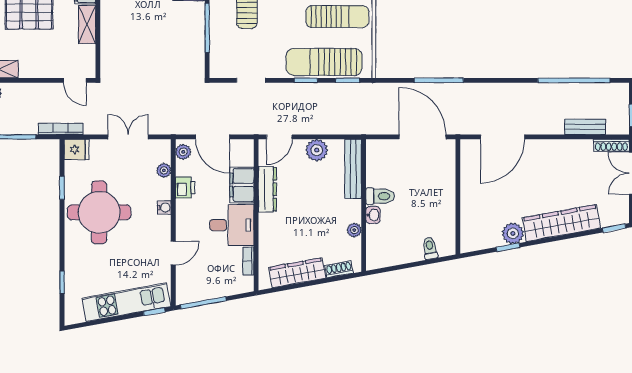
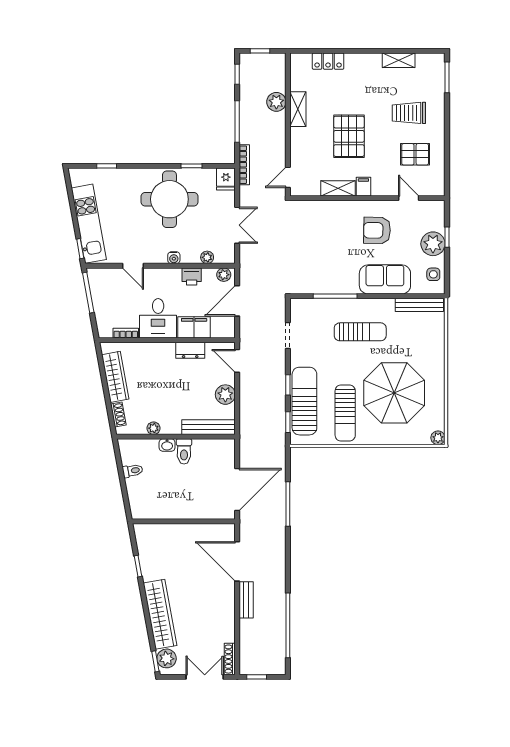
bench: (585, 127) -> (246, 600), moved
dresser: (267, 189) -> (190, 350), width x0.70
plant: (513, 233) -> (167, 658), moved
toilet: (430, 248) -> (133, 471), moved

